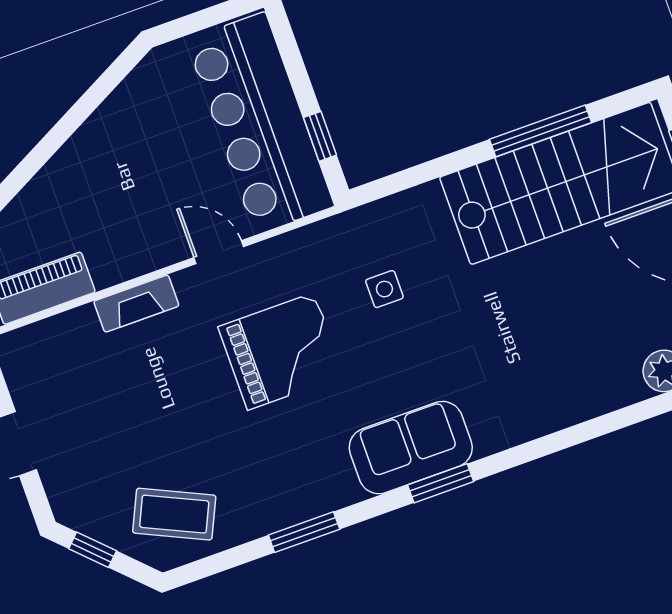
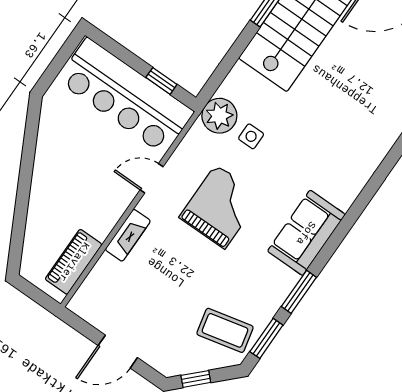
plant: (363, 234) -> (219, 116), added
sofa: (411, 448) -> (306, 233), moved
window: (441, 483) -> (266, 338), moved
coffee table: (174, 514) -> (225, 330), turned 52

